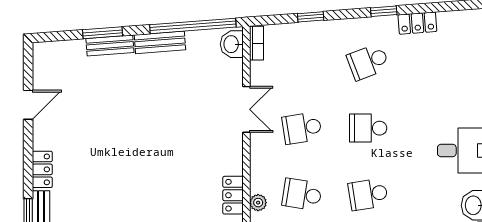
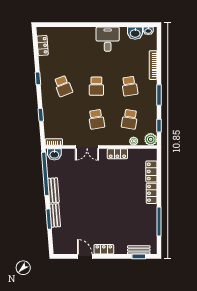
locker: (417, 23) -> (43, 45), moved
double door: (246, 109) -> (87, 147), swing flipped
locker: (42, 169) -> (104, 249), moved
locker: (233, 195) -> (117, 154), moved

